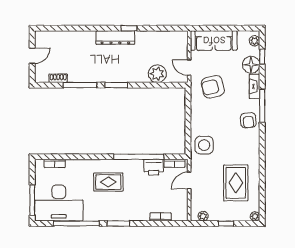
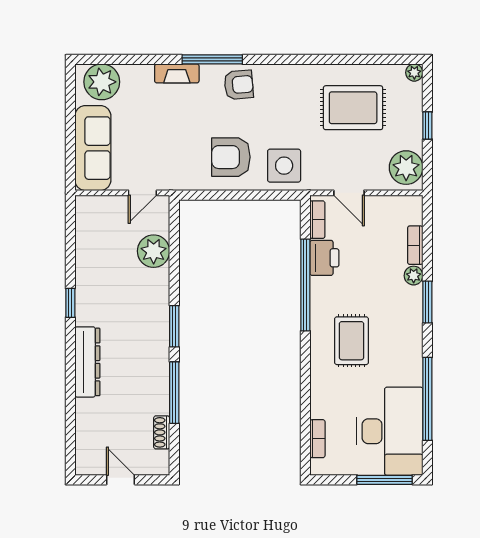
dresser: (115, 38) -> (87, 362), moved
plant: (254, 41) -> (102, 82), width x1.87, depth x1.87
window: (262, 57) -> (122, 59), removed
floor lamp: (251, 65) -> (137, 80), removed
armchair: (213, 87) -> (231, 157), moved, turned 103
plant: (144, 216) -> (414, 276), added
plant: (203, 216) -> (406, 168), width x1.87, depth x1.87
window: (118, 224) -> (427, 302), moved

